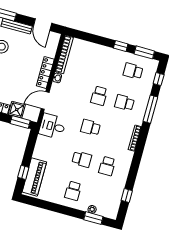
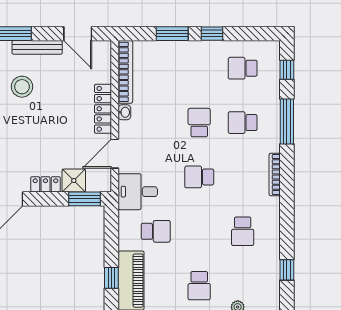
window: (144, 52) -> (172, 34), moved
school desk: (99, 96) -> (199, 123), turned 180
school desk: (82, 159) -> (156, 231), moved

